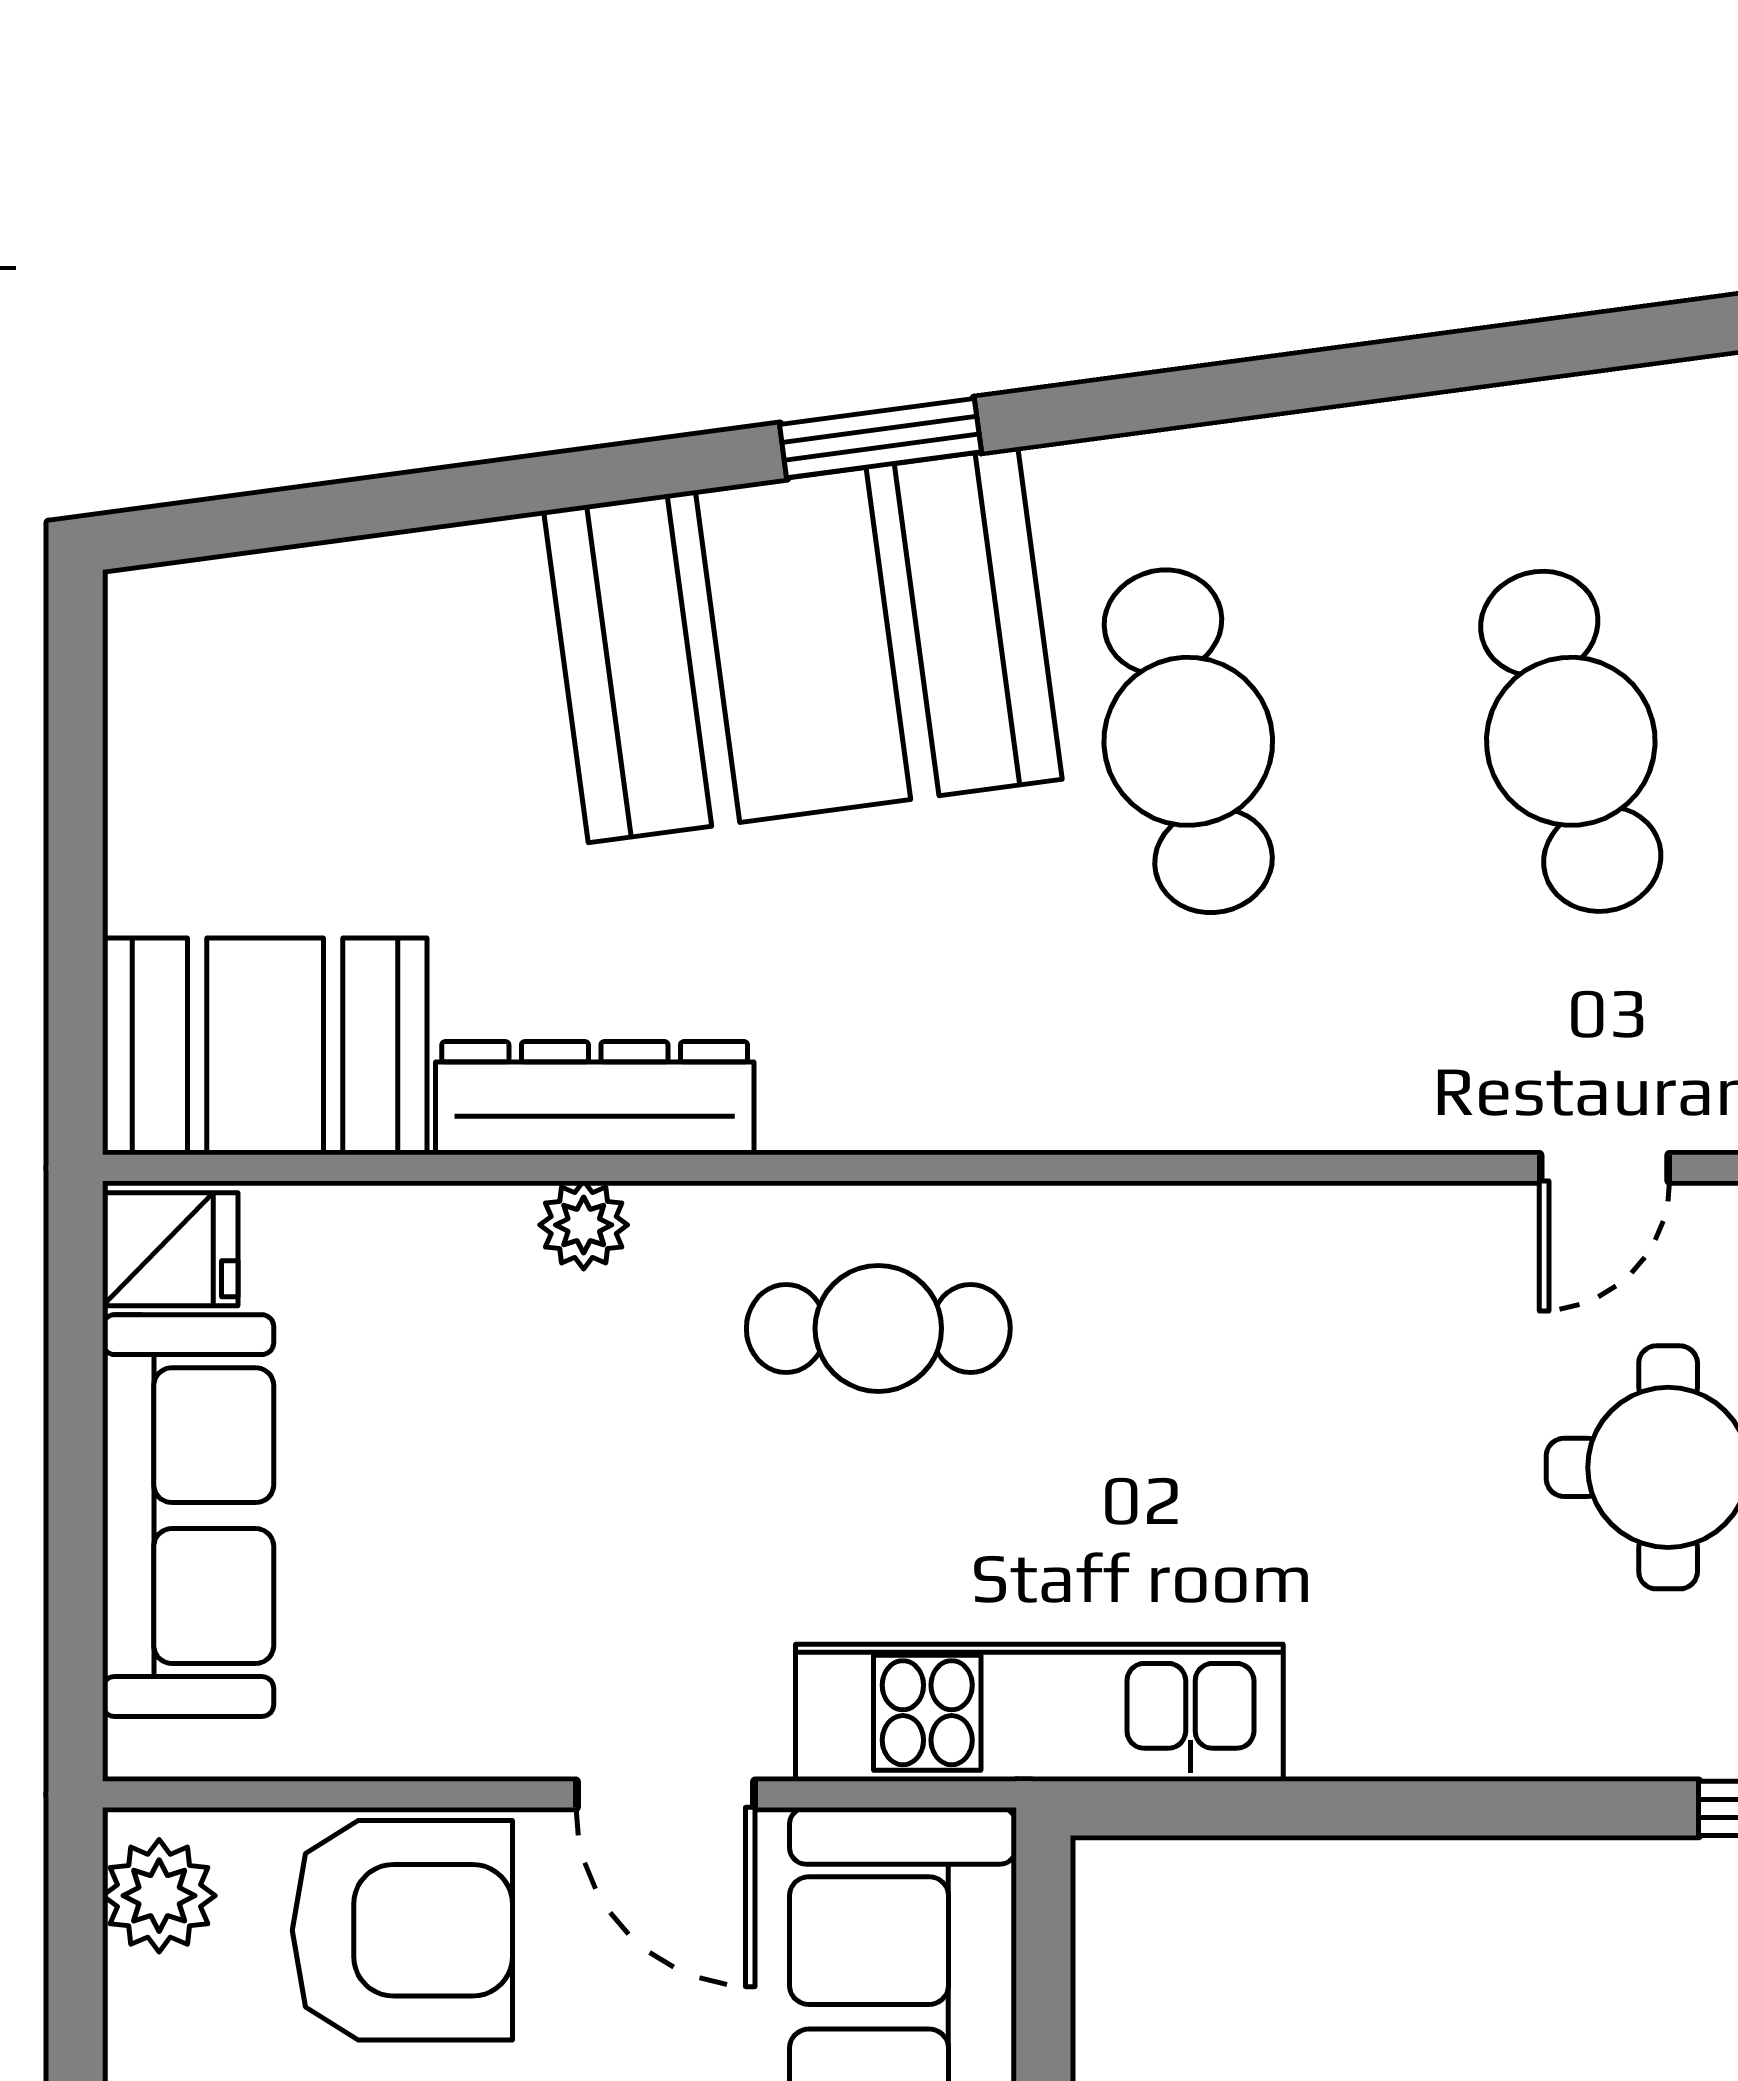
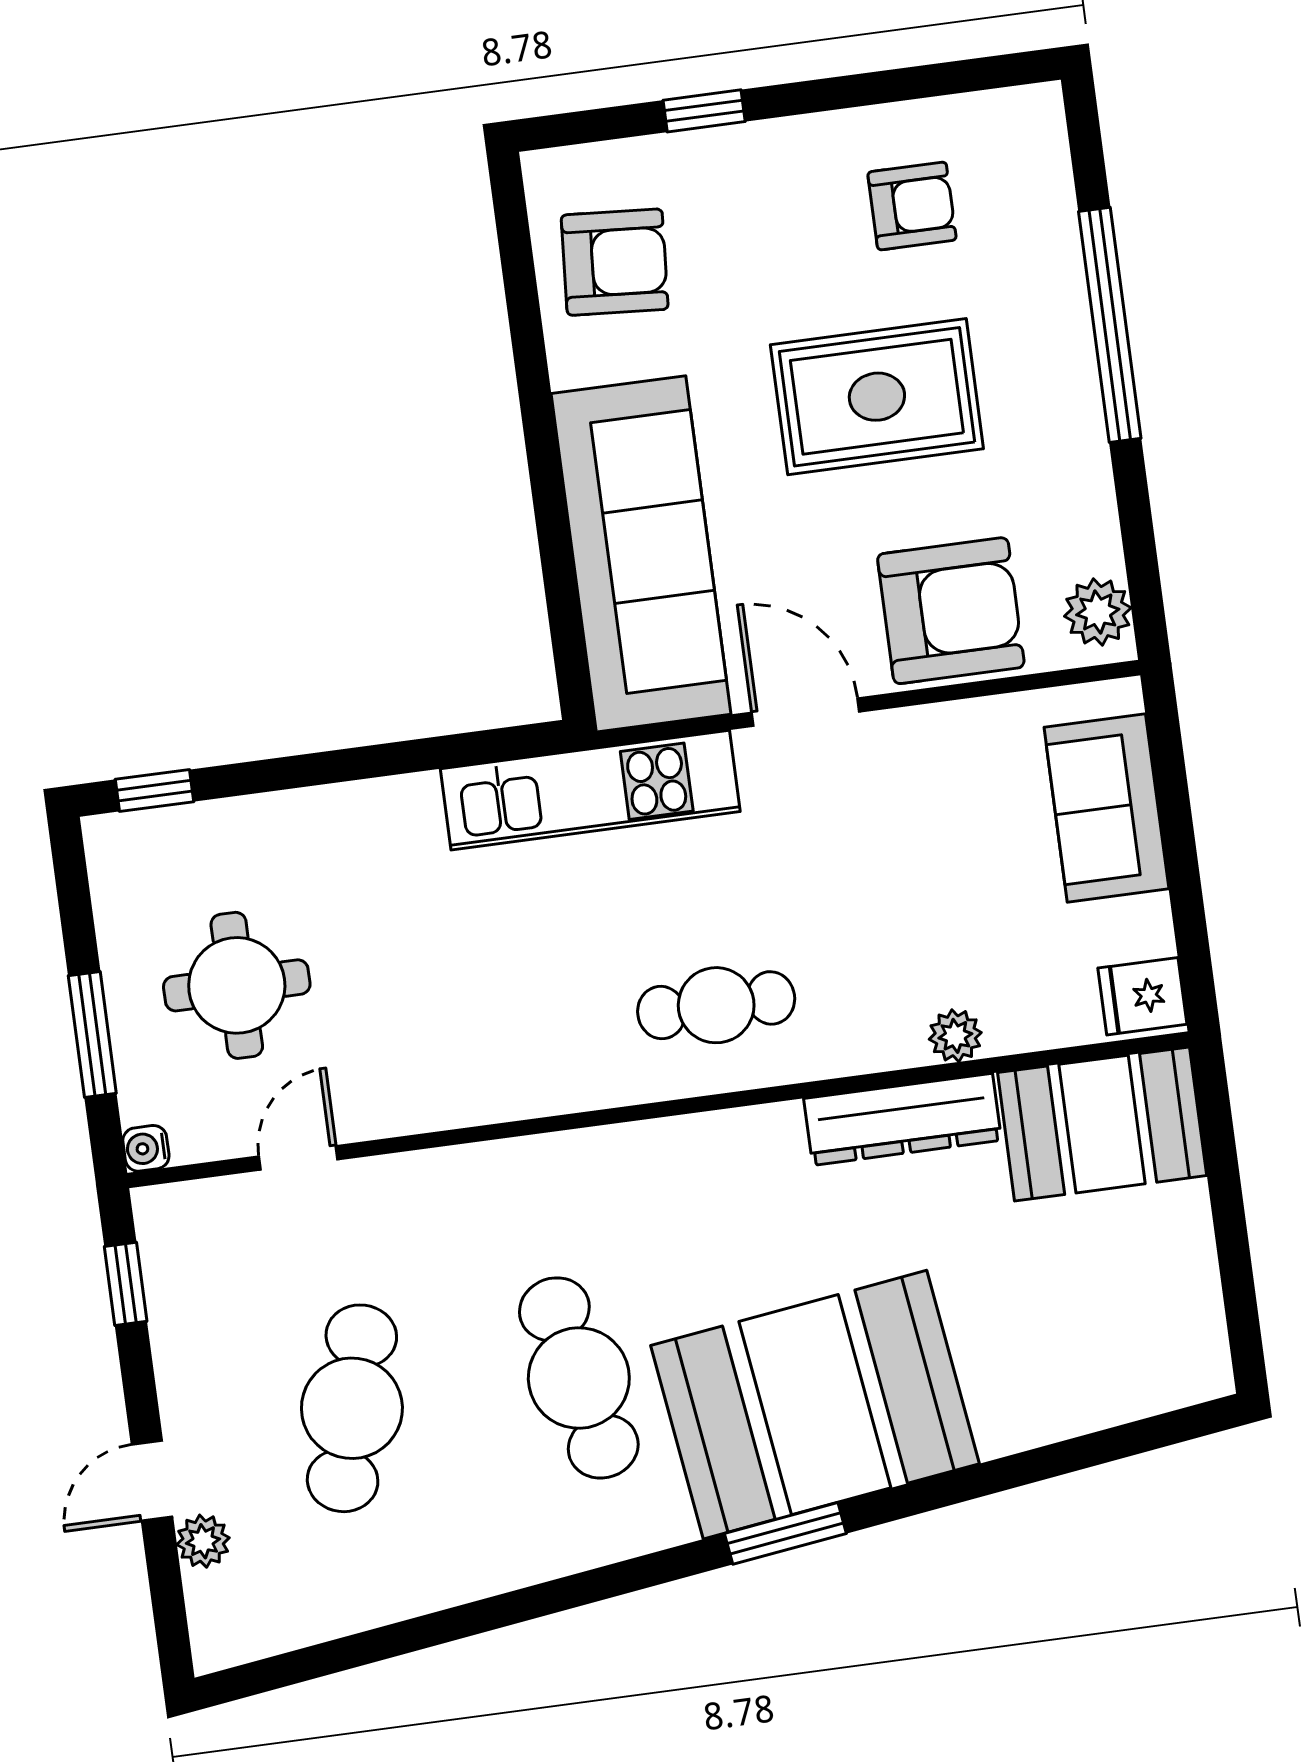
cafe table: (1571, 741) -> (352, 1408), turned 30
plant: (584, 1225) -> (955, 1036), moved
sofa: (188, 1516) -> (1106, 808), width x0.73
armchair: (402, 1930) -> (951, 611), turned 180

